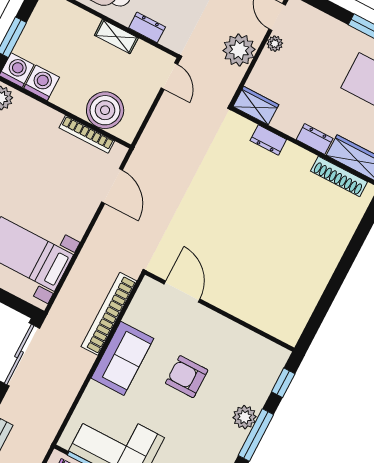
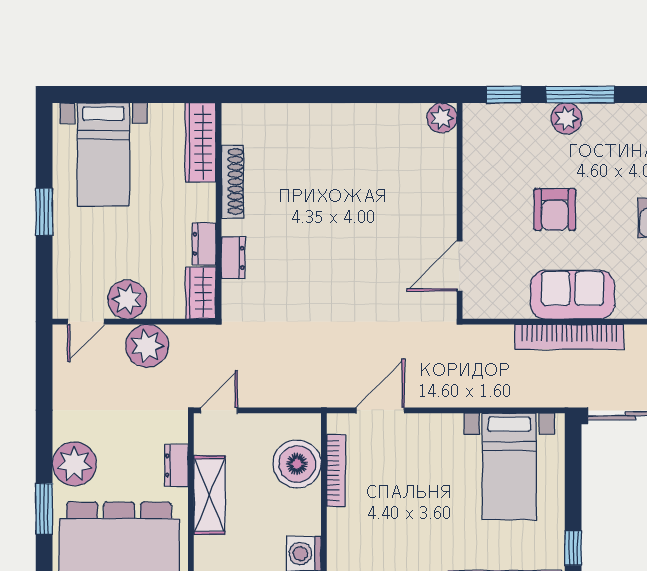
shelving: (116, 37) -> (209, 495), width x1.50, depth x1.33
plant: (275, 44) -> (127, 299), width x1.87, depth x1.87
dresser: (315, 139) -> (204, 244), moved
shoe rack: (339, 176) -> (233, 182), moved
bookcase: (109, 314) -> (569, 337), moved
plant: (289, 332) -> (442, 118), added

